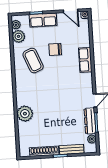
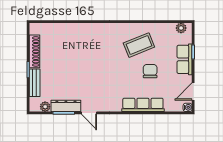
plant: (18, 36) -> (168, 30), removed
row of seats: (85, 60) -> (143, 105), width x1.48
plant: (25, 114) -> (79, 32), removed

